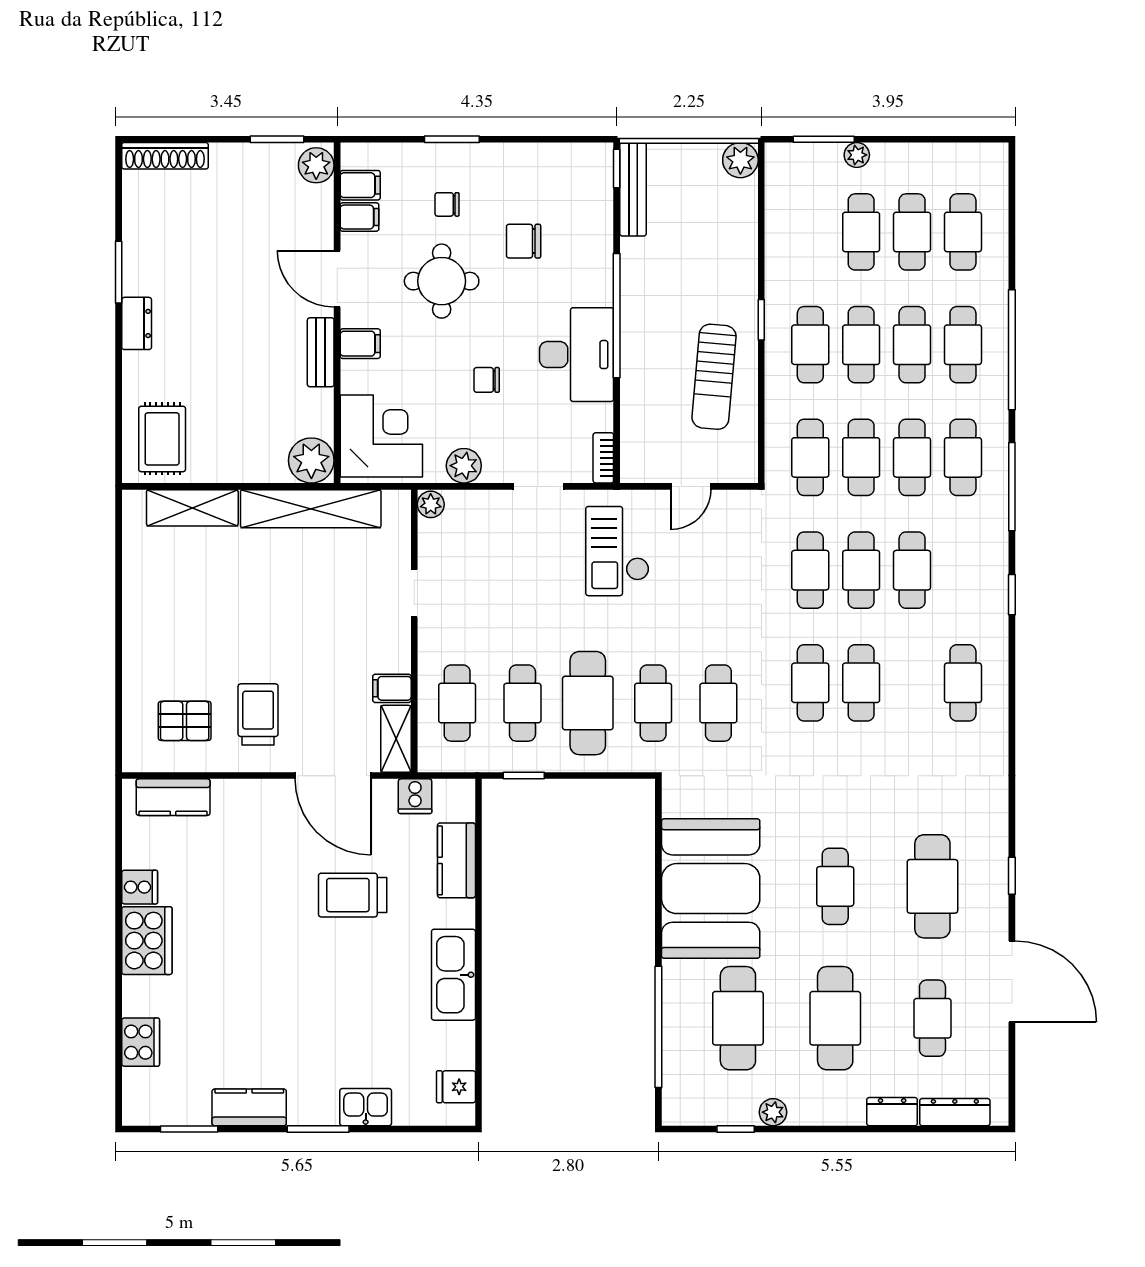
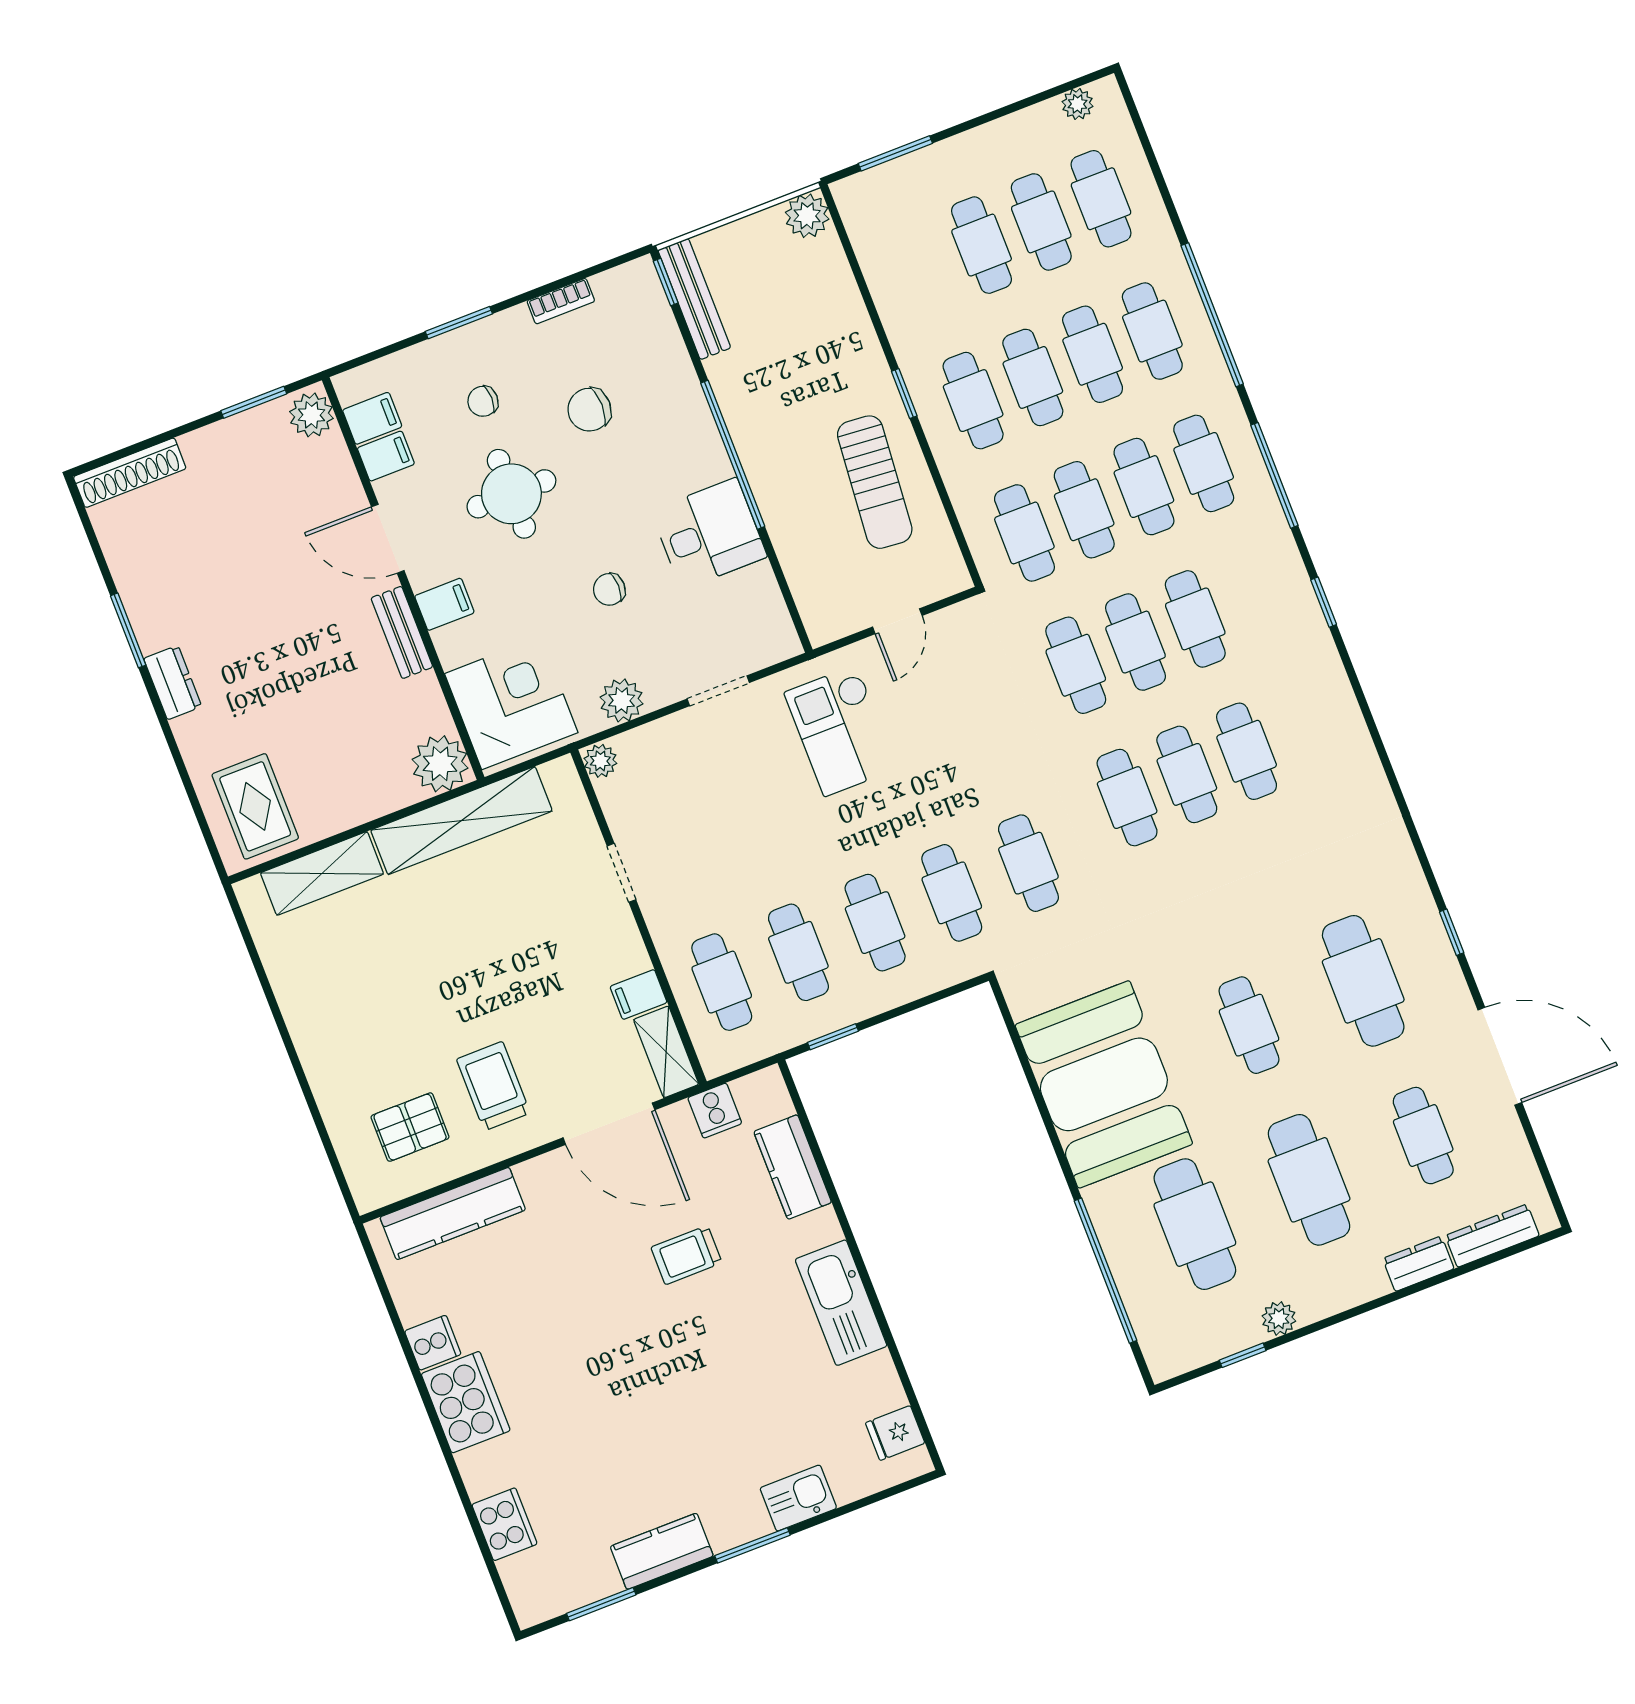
plant: (857, 155) -> (1077, 104), moved
desk: (577, 355) -> (709, 534), width x0.73
bookcase: (603, 458) -> (561, 301), moved, turned -90
cafe table: (963, 683) -> (1247, 751), moved
cafe table: (588, 703) -> (875, 923), width x0.73, depth x0.74
kitchen counter: (173, 797) -> (453, 1213), width x1.50
trolley: (353, 895) -> (687, 1255), width x0.73, depth x0.72

